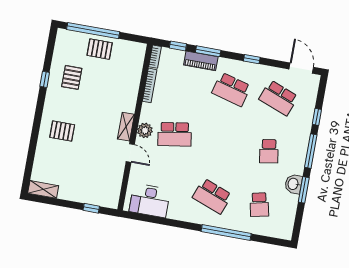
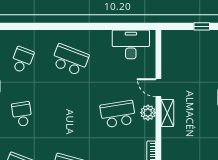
school desk: (259, 205) -> (22, 60), turned 33
window: (91, 208) -> (202, 26), moved
window: (226, 233) -> (50, 26), removed

